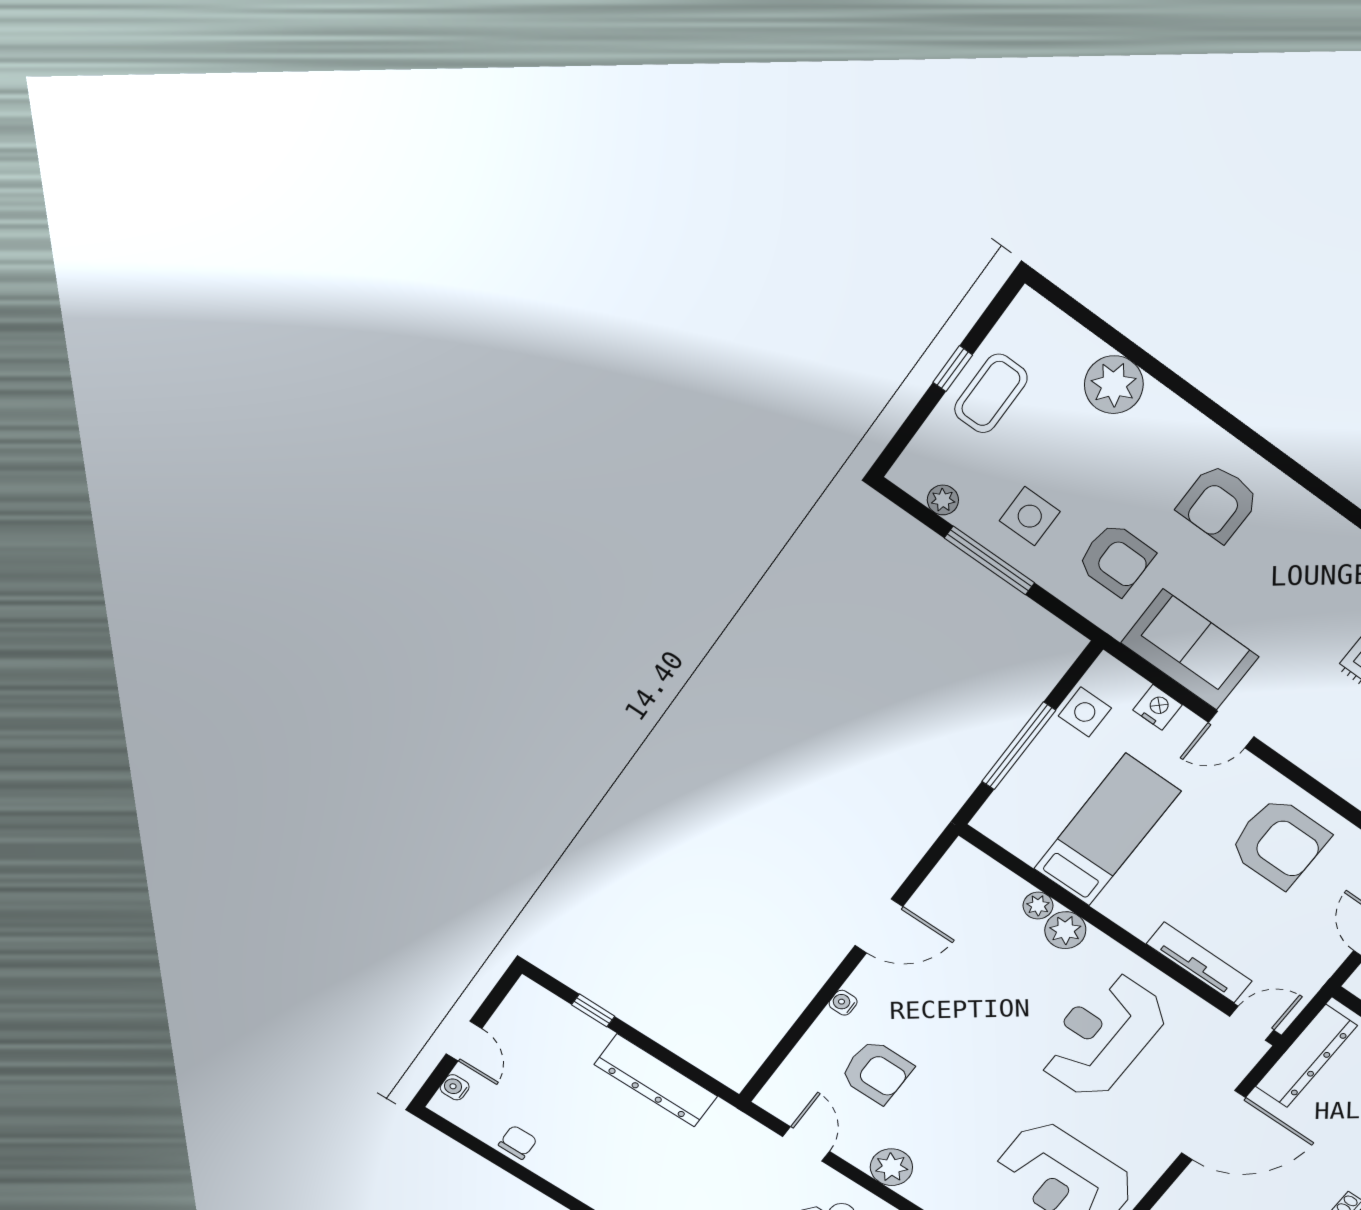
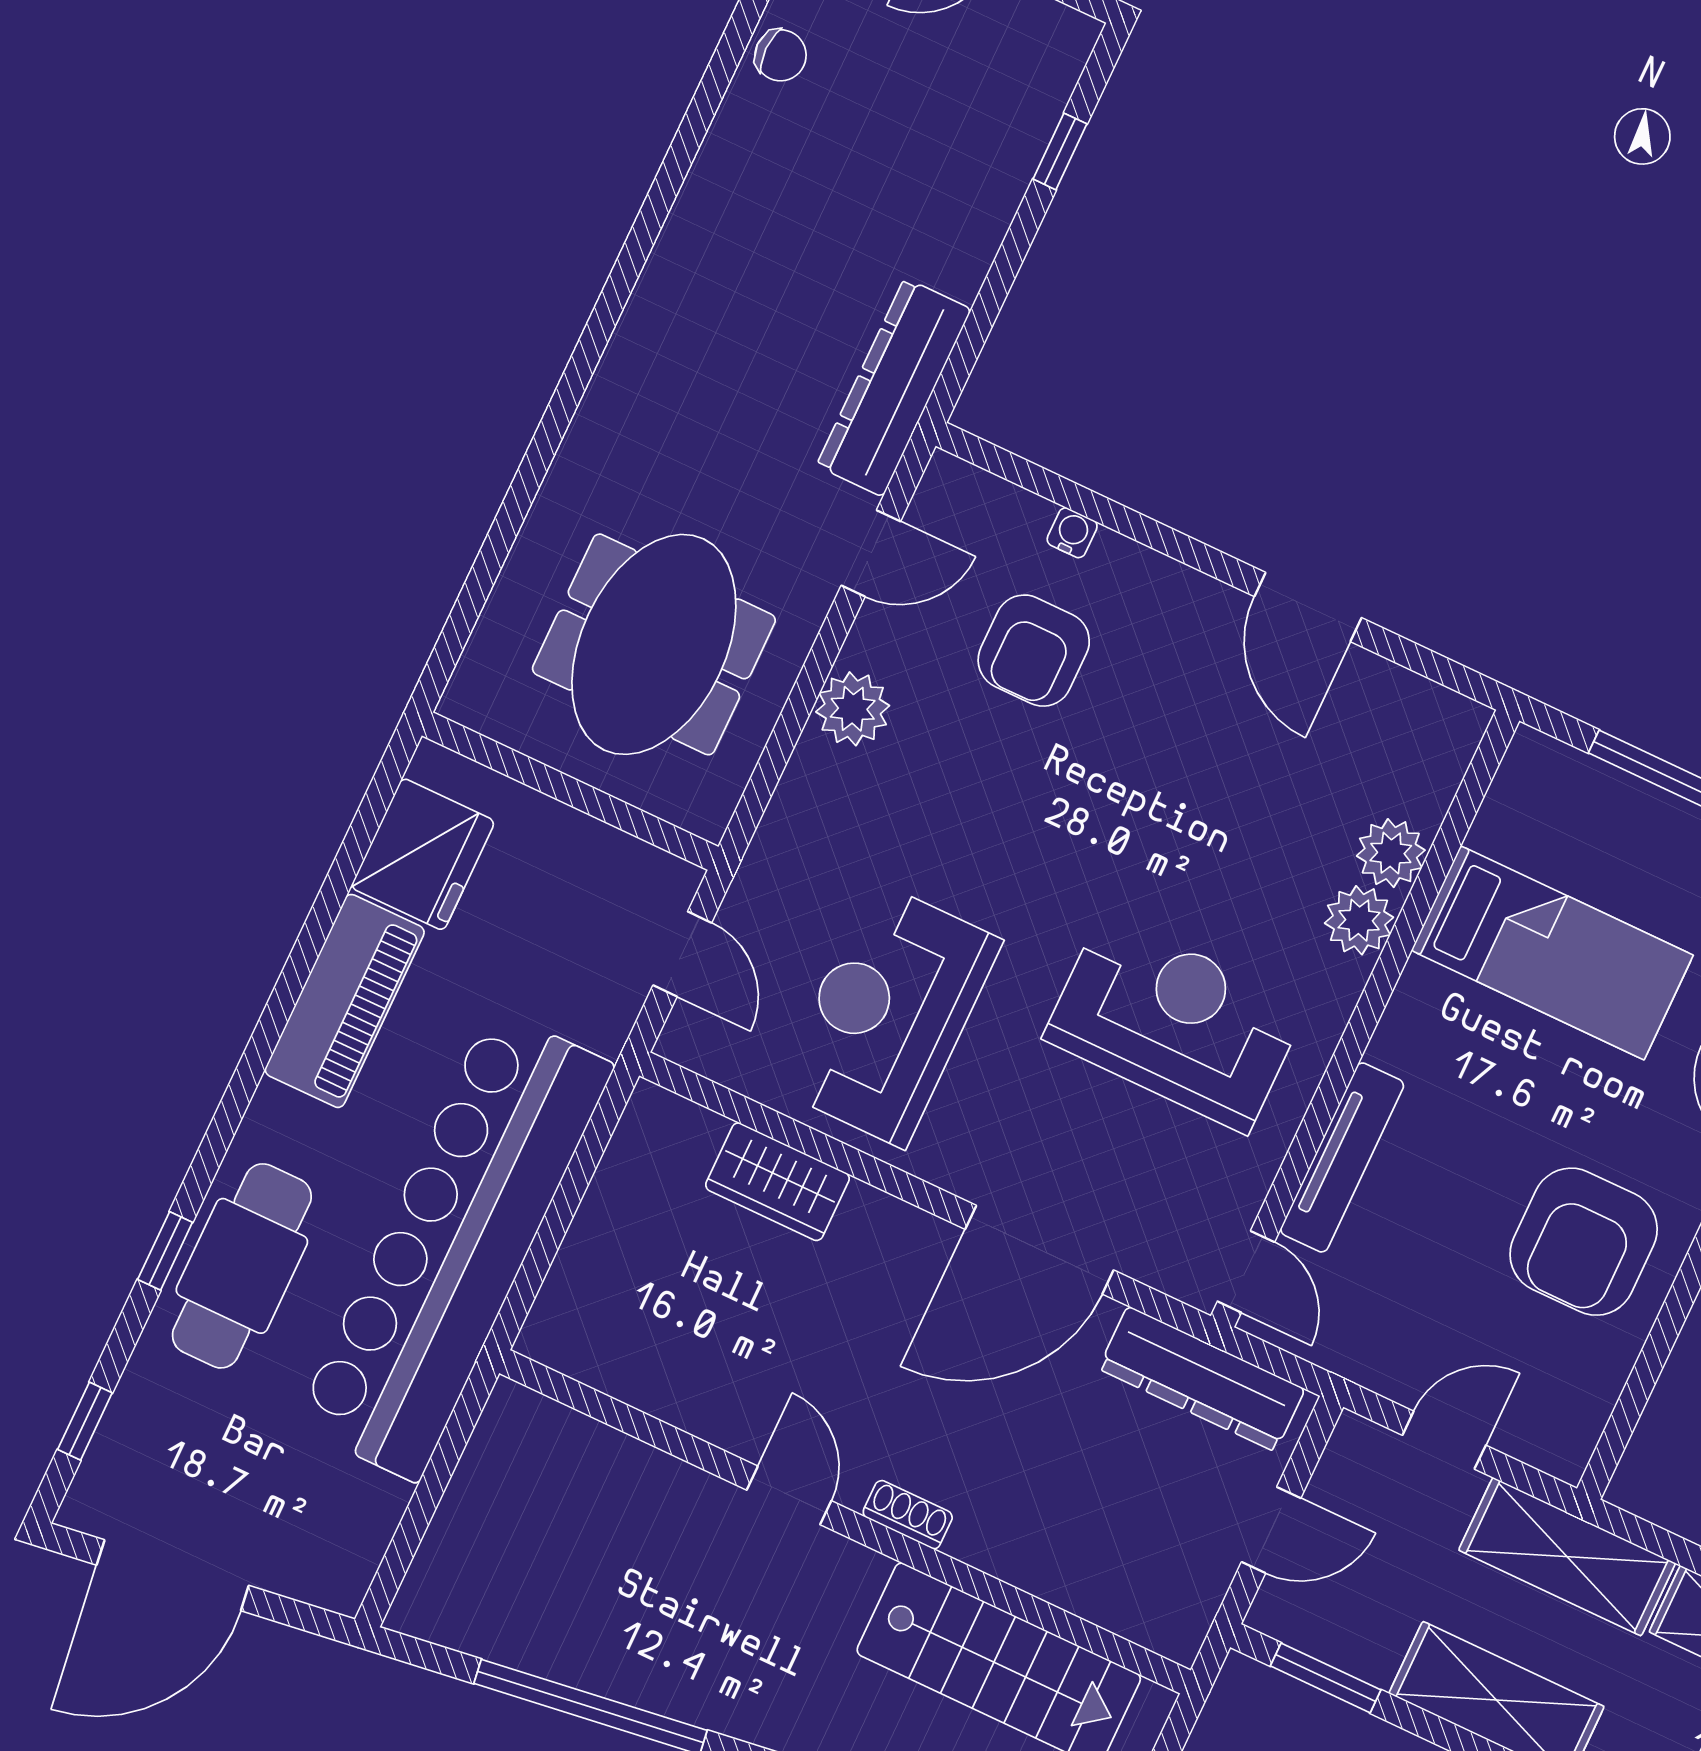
plant: (1038, 906) -> (1391, 853), width x1.38, depth x1.38
water cooler: (843, 1003) -> (1072, 533), moved
dresser: (656, 1080) -> (894, 387), moved
door: (1213, 1125) -> (1039, 1250), hinge flipped

